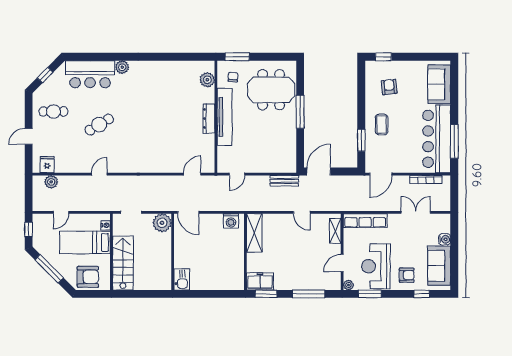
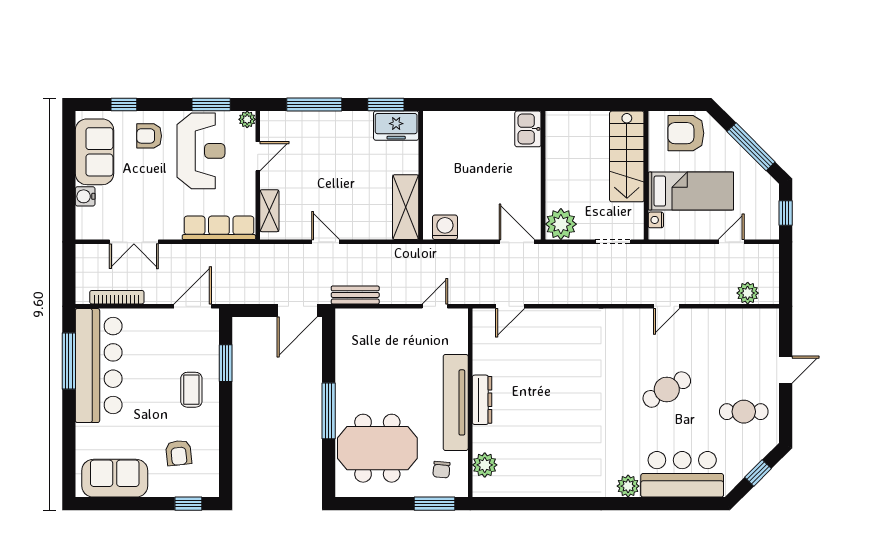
sofa: (439, 84) -> (115, 478), moved, turned -90
fridge: (47, 165) -> (755, 322), removed

